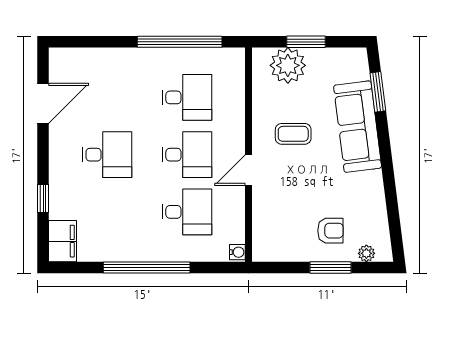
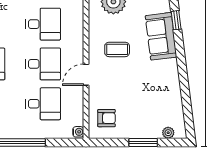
window: (378, 92) -> (176, 20), width x0.67
sofa: (358, 127) -> (161, 36), width x0.73
armchair: (330, 231) -> (107, 118), moved

